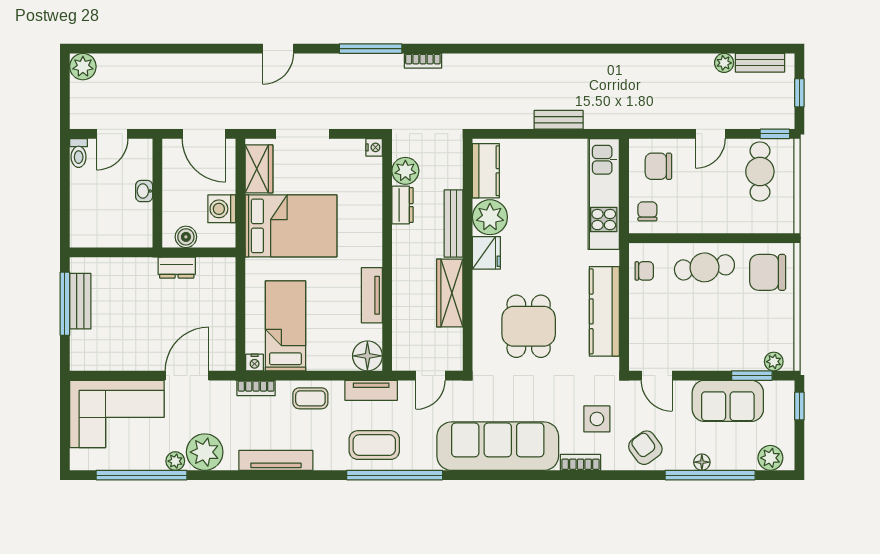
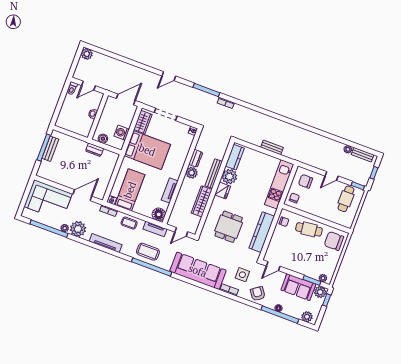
door: (204, 134) -> (126, 100), swing flipped
plant: (405, 171) -> (192, 173), moved
door: (657, 376) -> (273, 266), hinge flipped
plant: (779, 394) -> (320, 292), added

